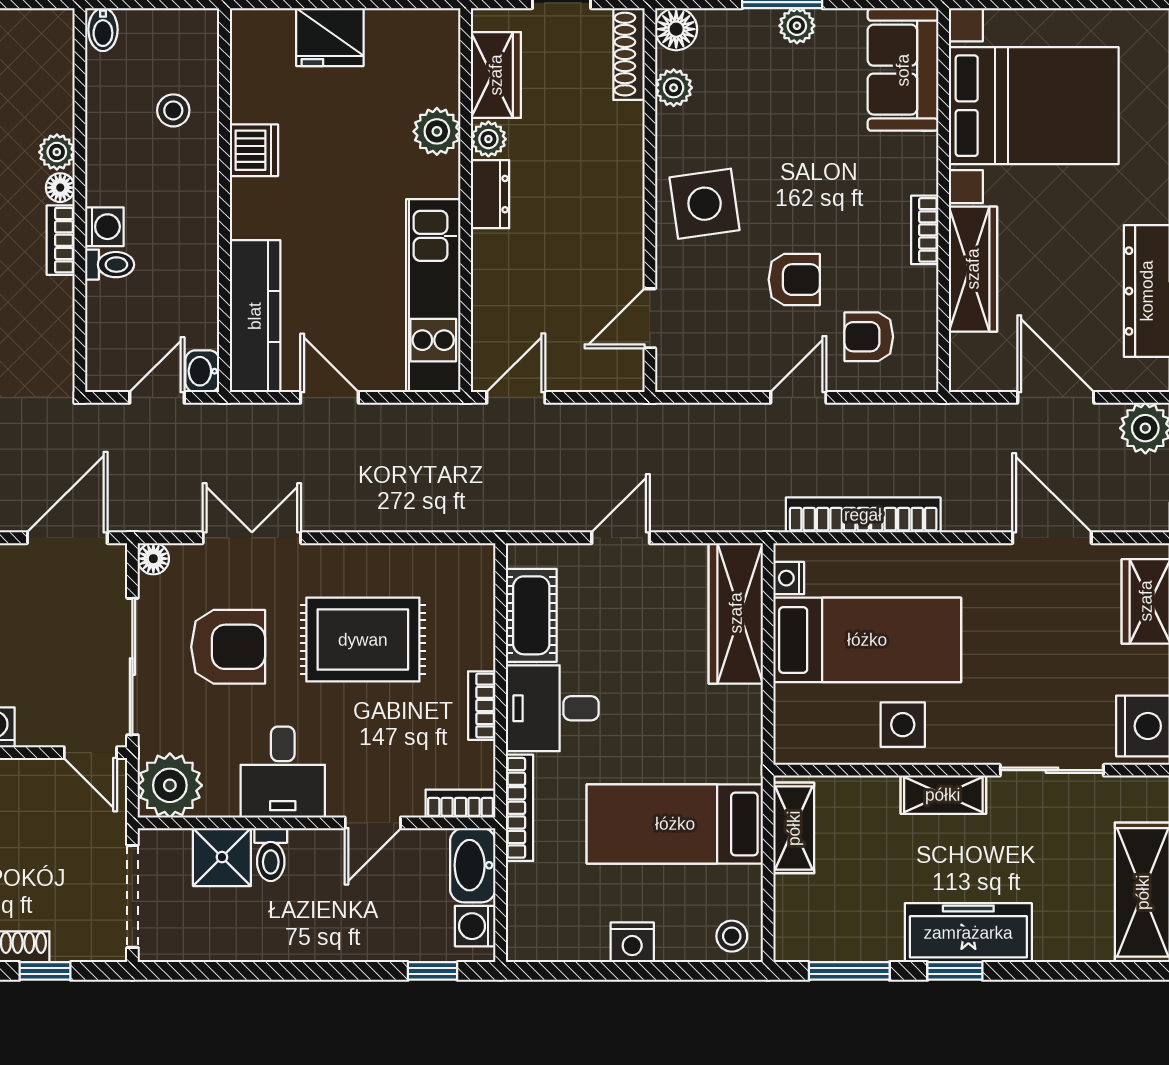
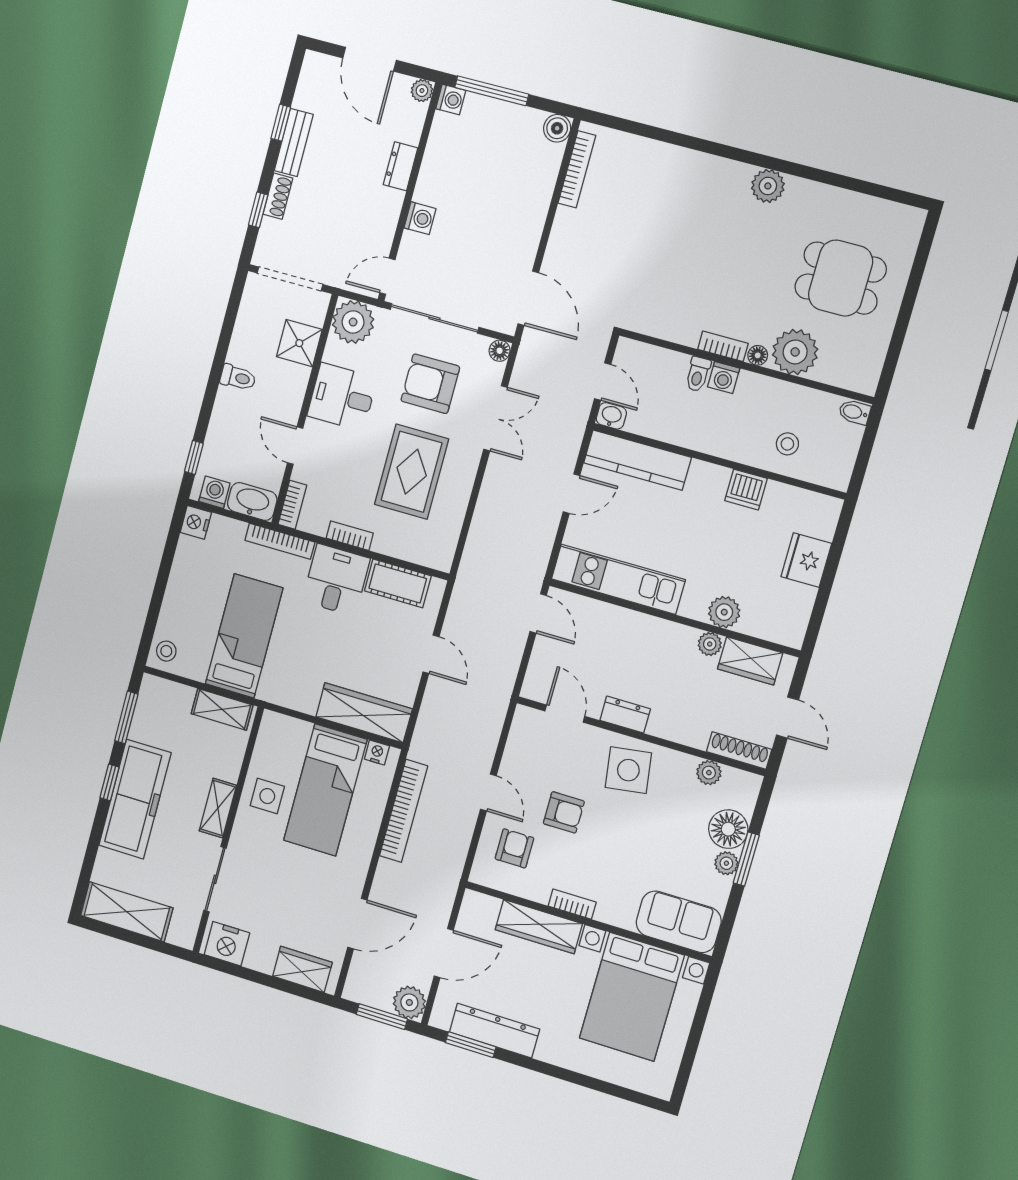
floor lamp: (676, 29) -> (728, 829), moved, width x1.38, depth x1.38
plant: (57, 152) -> (795, 352), width x1.88, depth x1.88
dresser: (490, 194) -> (625, 715), moved, turned 180
armchair: (794, 280) -> (564, 812), turned -90
armchair: (228, 647) -> (430, 384), turned 90
toilet: (271, 855) -> (238, 378), moved, turned 180
freezer: (968, 933) -> (135, 799), width x1.36, depth x1.26
nightstand: (632, 942) -> (196, 522), moved

